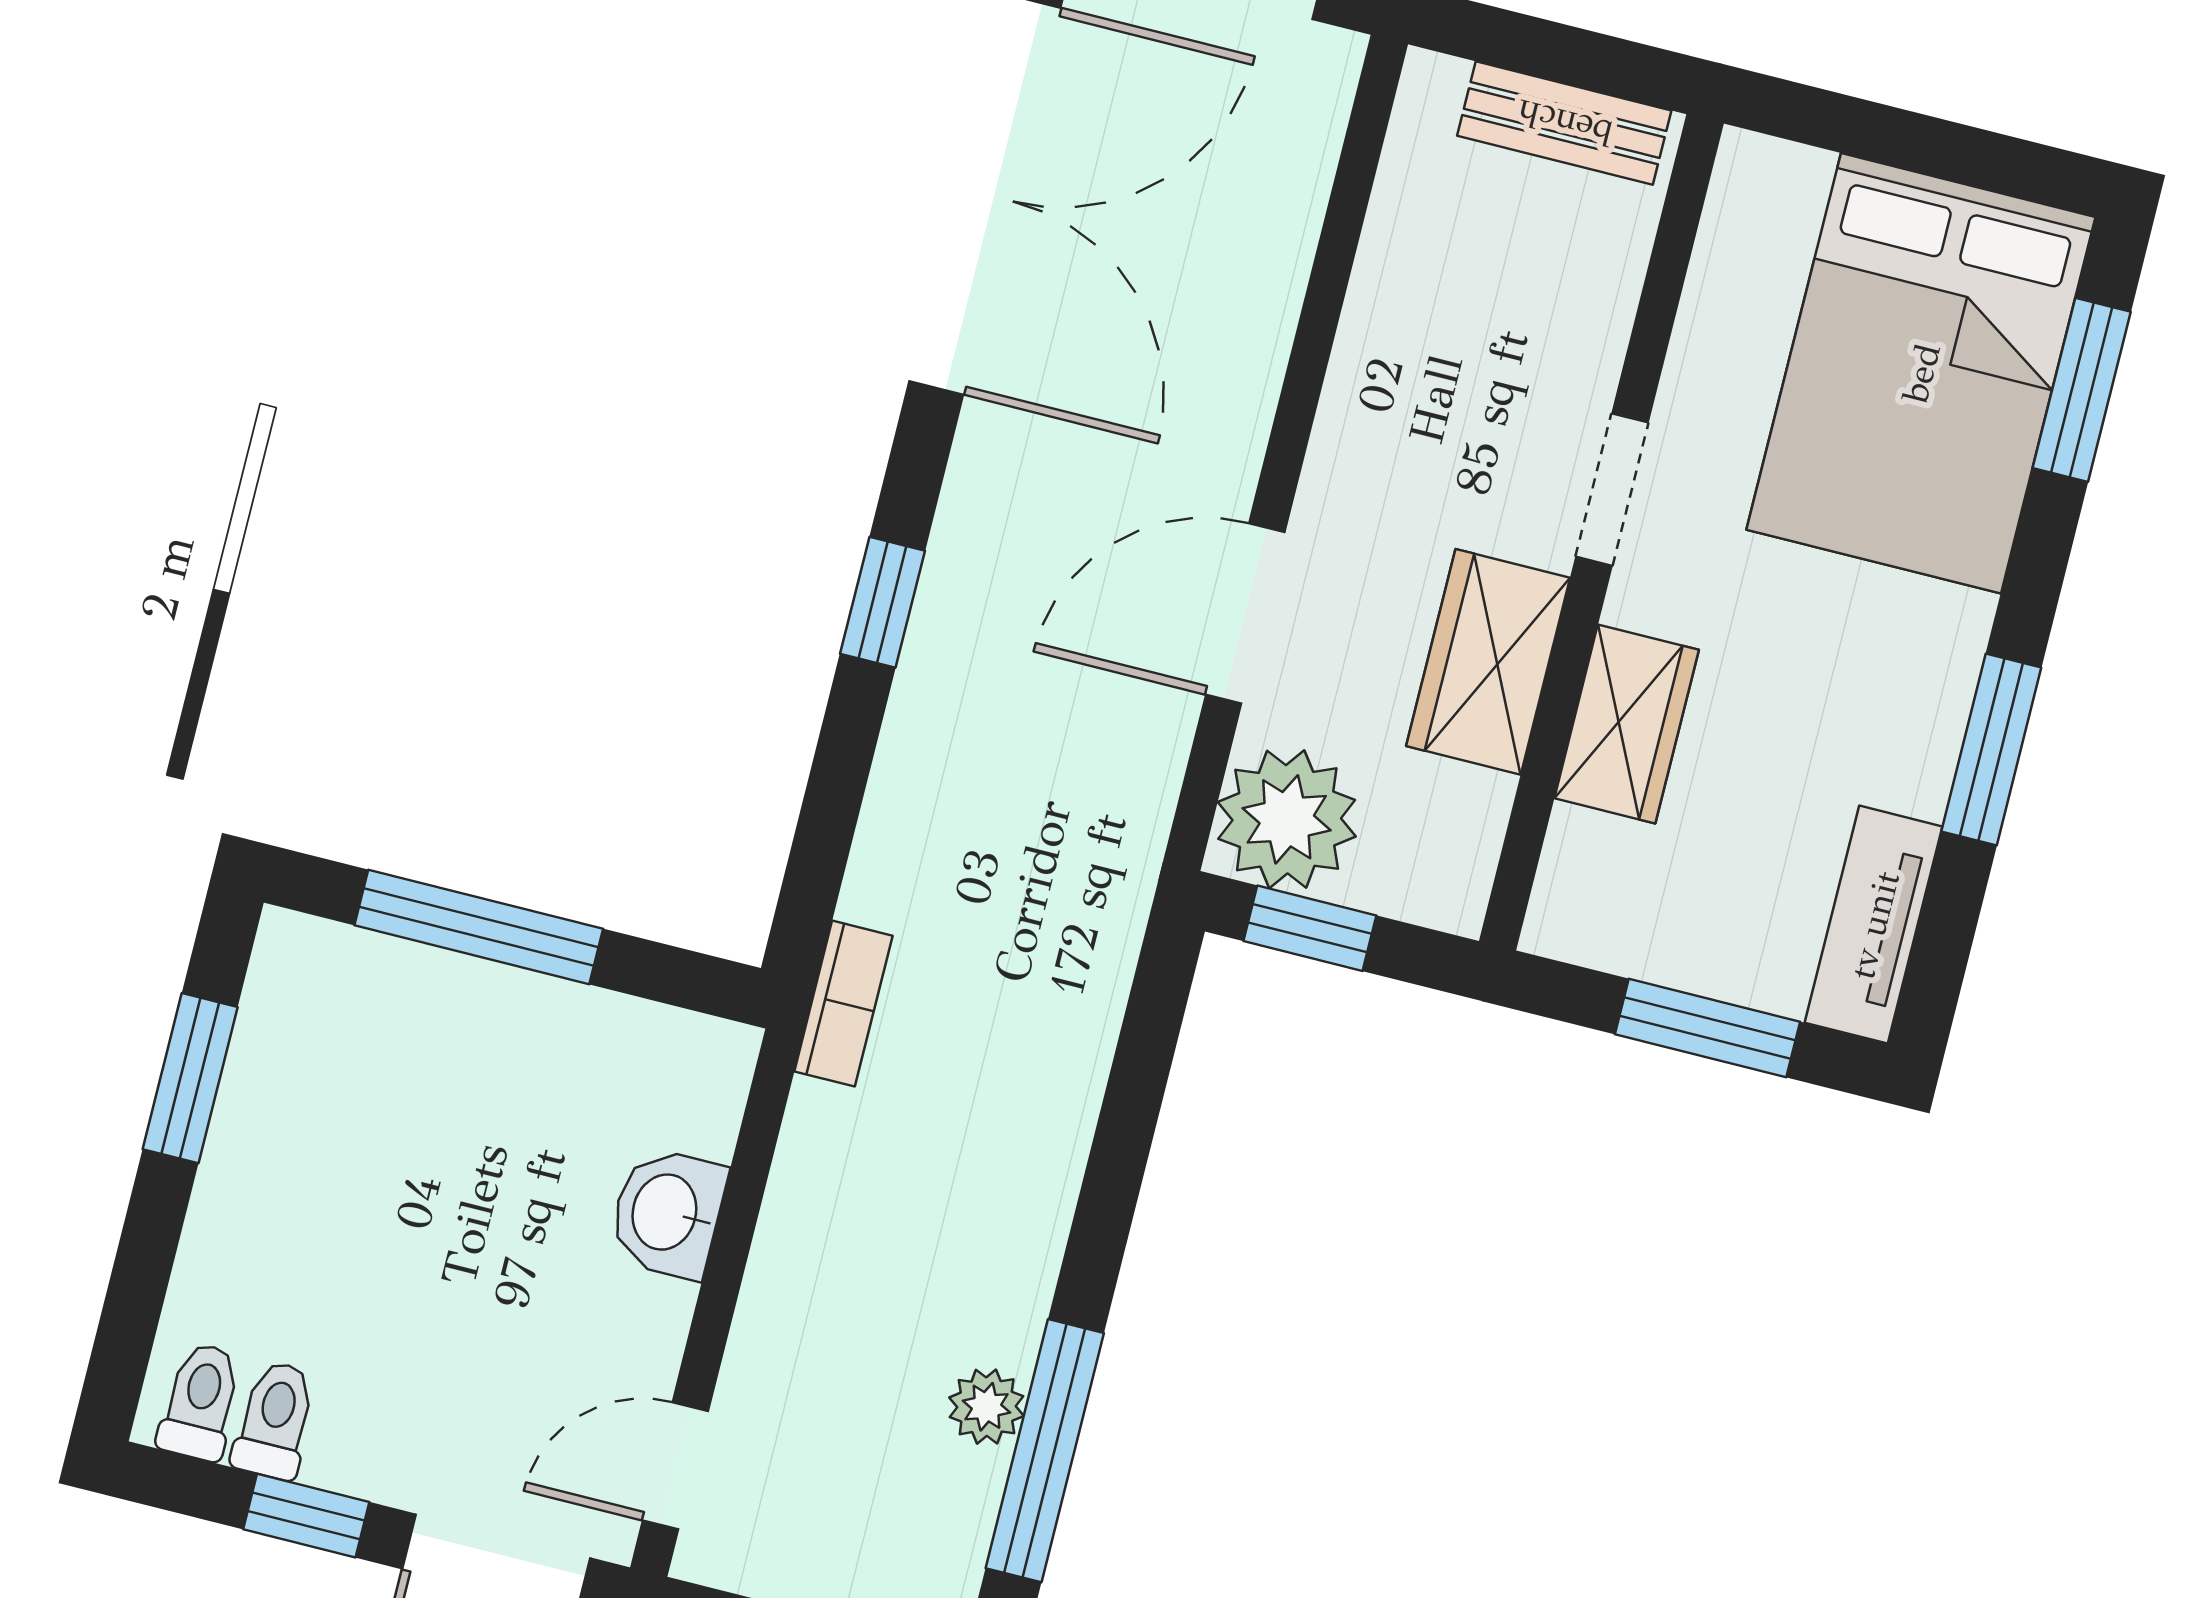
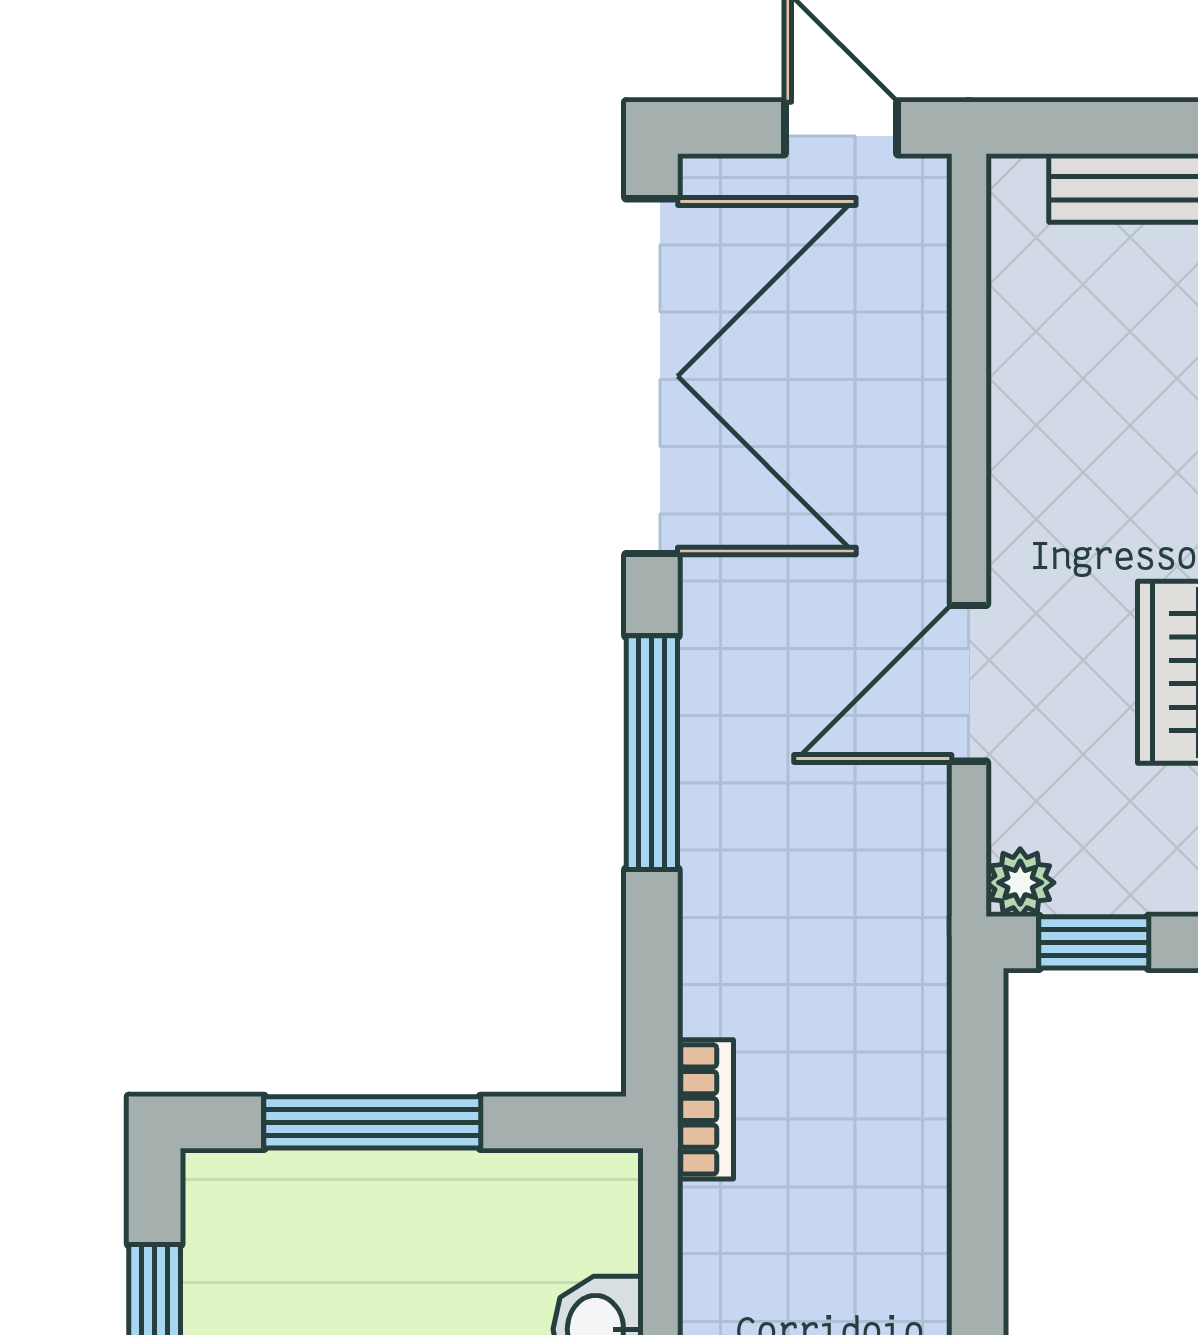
window: (882, 602) -> (652, 753), width x2.17
plant: (1287, 819) -> (1020, 883), width x0.53, depth x0.53

